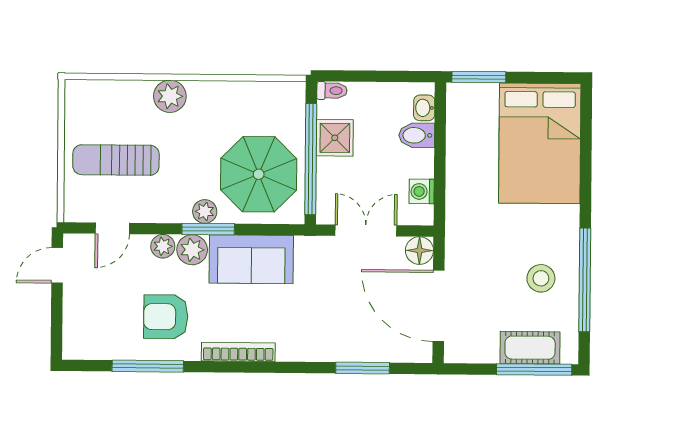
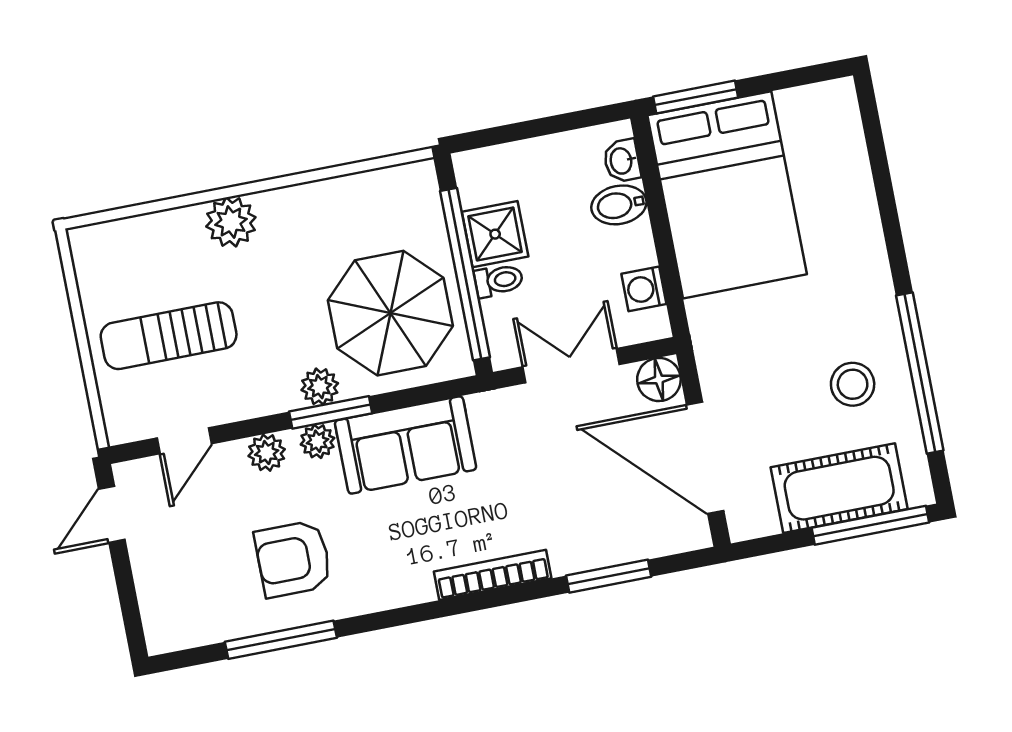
toilet: (332, 91) -> (499, 280), moved
bed: (540, 143) -> (727, 195), moved
plant: (192, 250) -> (317, 441), width x0.73, depth x0.73
cot: (530, 348) -> (839, 488), width x1.37, depth x1.34
bookcase: (238, 352) -> (493, 575), moved

